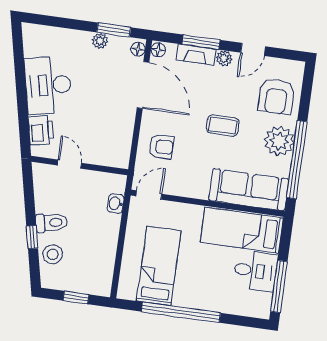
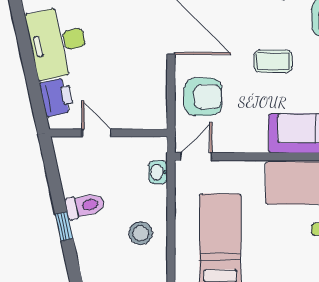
armchair: (161, 147) -> (203, 97), width x1.38, depth x1.38
stool: (53, 254) -> (141, 233), moved

